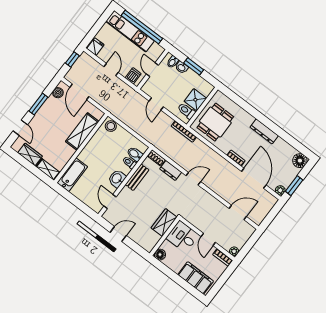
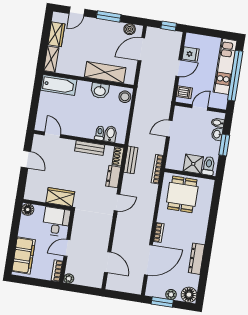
fridge: (95, 47) -> (191, 54), moved
toilet: (186, 111) -> (209, 166), moved
dining table: (215, 122) -> (182, 194), turned 90
dresser: (264, 131) -> (196, 259), moved
bench: (165, 149) -> (131, 160), added
washbasin: (117, 179) -> (100, 91), moved, turned 180
door: (193, 179) -> (117, 202), hinge flipped
plant: (280, 190) -> (171, 294), moved
door: (110, 202) -> (53, 135), hinge flipped

